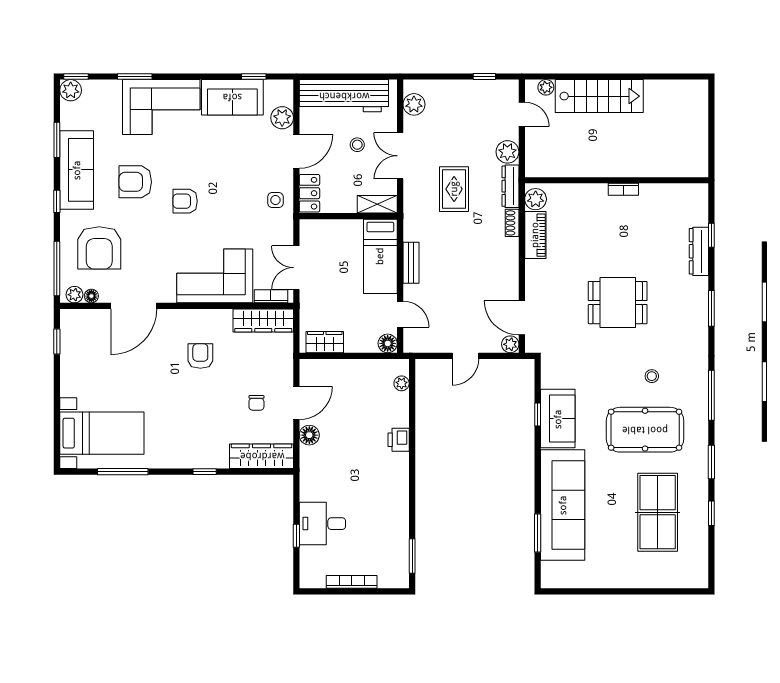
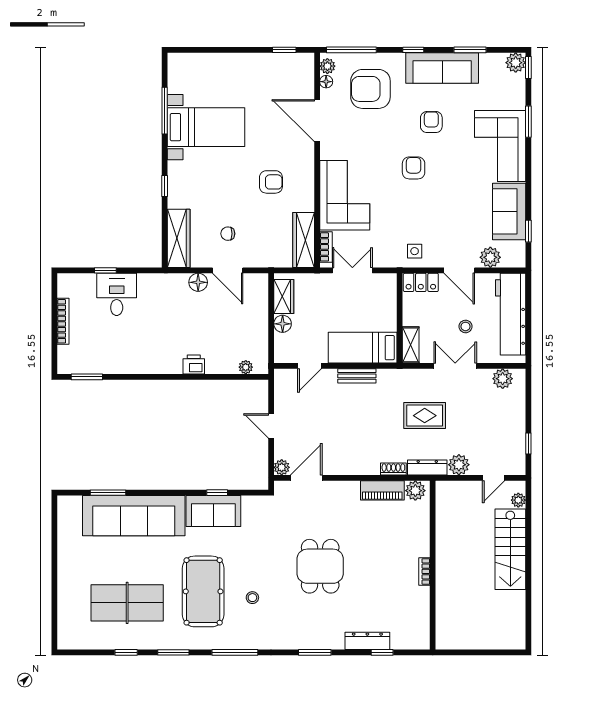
armchair: (135, 182) -> (431, 122), width x0.72, depth x0.72
floor lamp: (388, 343) -> (283, 324), moved
bed with nightstands: (102, 433) -> (206, 127), moved, turned -90

